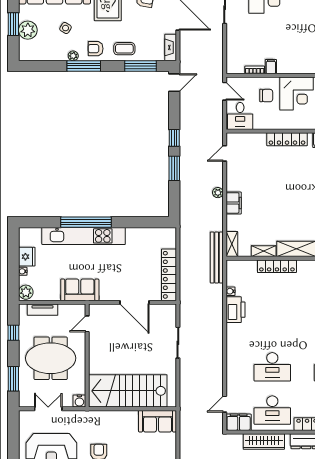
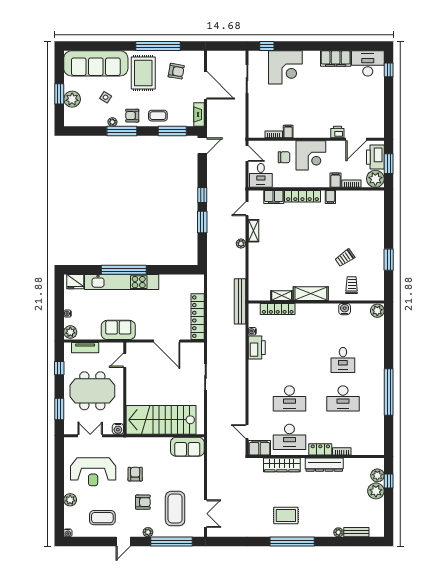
filing cabinet: (234, 203) -> (274, 197), moved, turned 90
shelving: (232, 244) -> (253, 231), moved
fridge: (27, 257) -> (75, 282), moved, turned 90
locker: (277, 266) -> (278, 309), moved
door: (225, 404) -> (247, 432), hinge flipped

